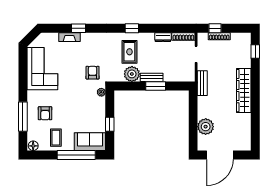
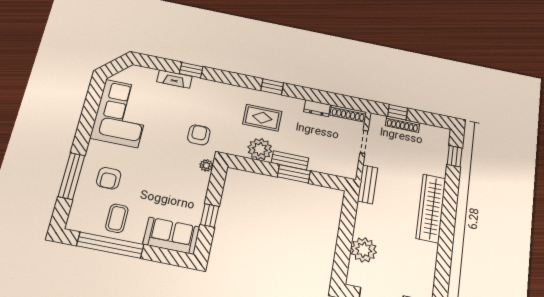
rug: (129, 52) -> (262, 118), turned 90
floor lamp: (33, 146) -> (76, 223), removed
window: (76, 155) -> (110, 245), moved

